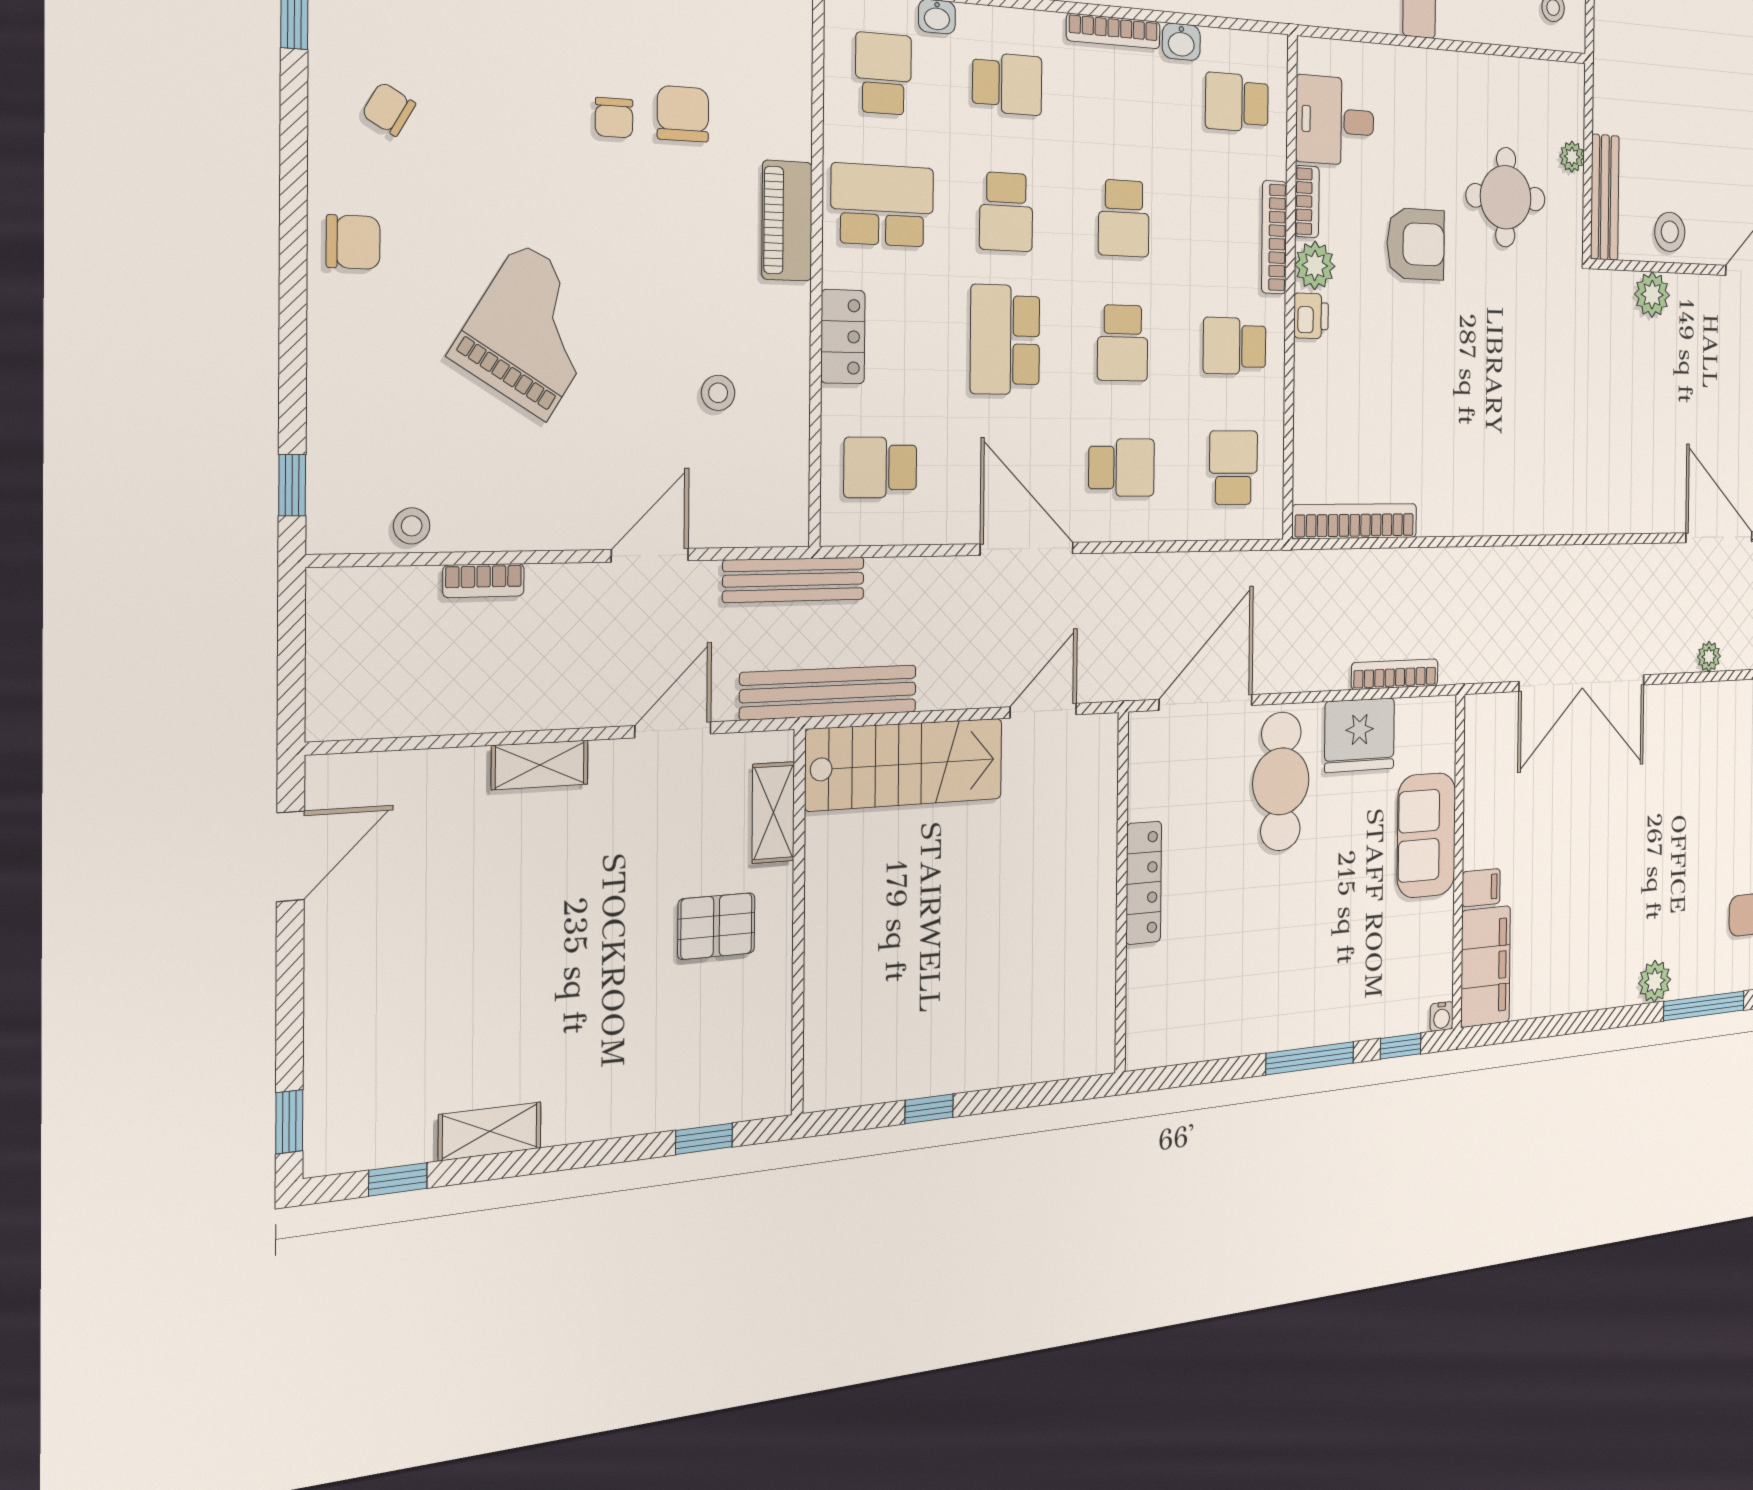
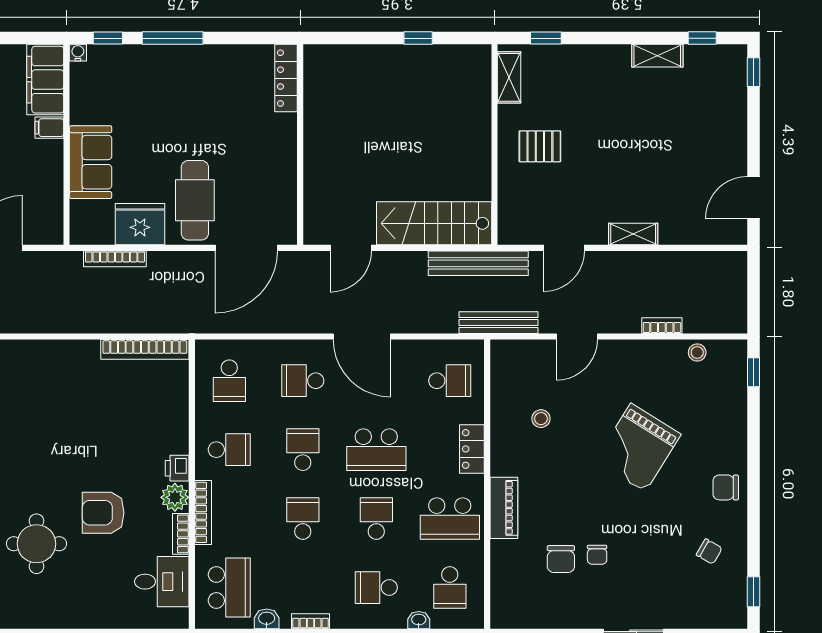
bookcase: (1113, 31) -> (311, 621), width x0.64
school desk: (1237, 102) -> (229, 588), width x1.85
chair: (614, 118) -> (597, 555), turned 180
school desk: (1005, 340) -> (376, 450), turned 90
shelving: (773, 812) -> (509, 77), moved
locker: (1144, 883) -> (286, 78), moved

